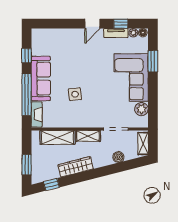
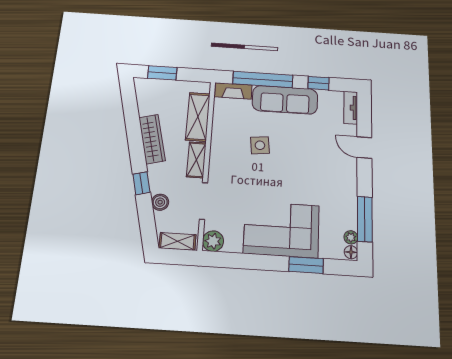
door: (92, 24) -> (364, 148), moved
window: (121, 24) -> (365, 219), width x2.17
tv unit: (116, 33) -> (351, 108), moved
plant: (141, 109) -> (213, 241), moved
window: (51, 184) -> (141, 183), moved

